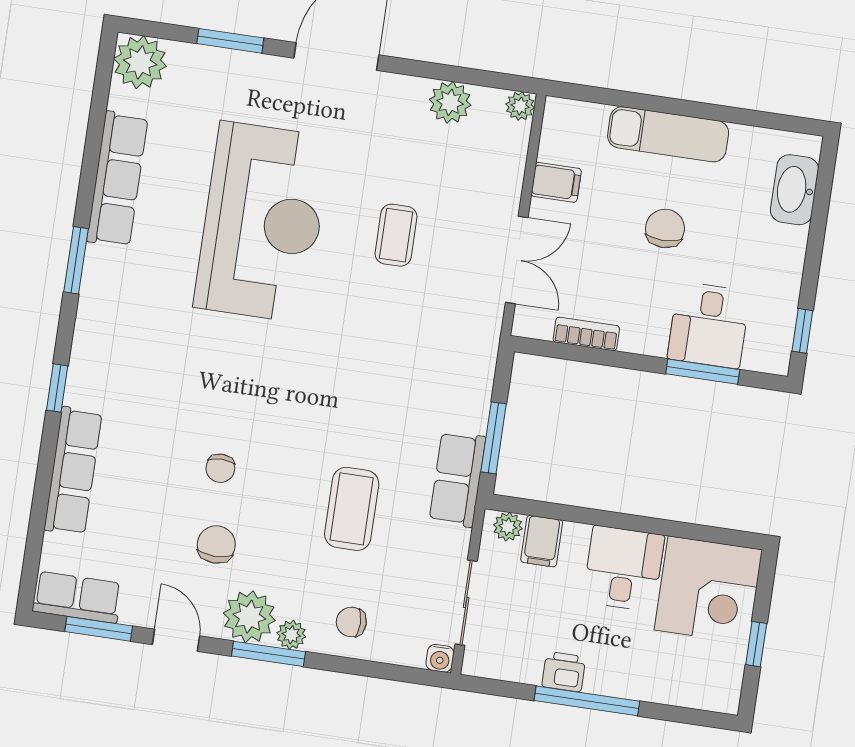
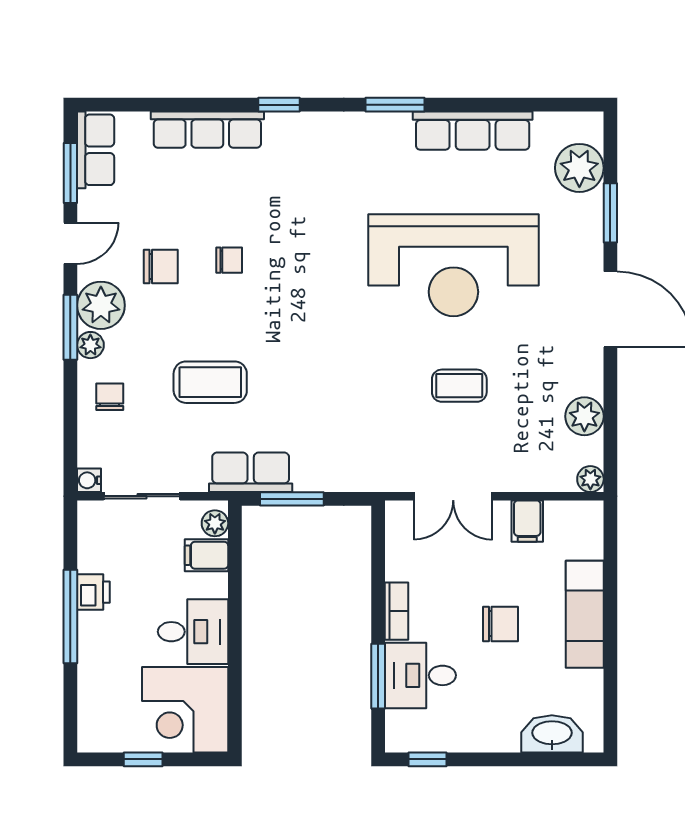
plant: (140, 62) -> (579, 168), moved
bookcase: (586, 334) -> (397, 611), moved
chair: (220, 468) -> (229, 260), turned 180

